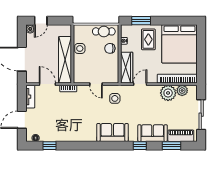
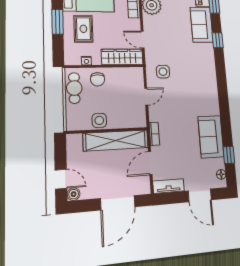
window: (141, 21) -> (58, 22), moved
rug: (148, 39) -> (83, 29), turned 90
sofa: (113, 132) -> (211, 137), moved

